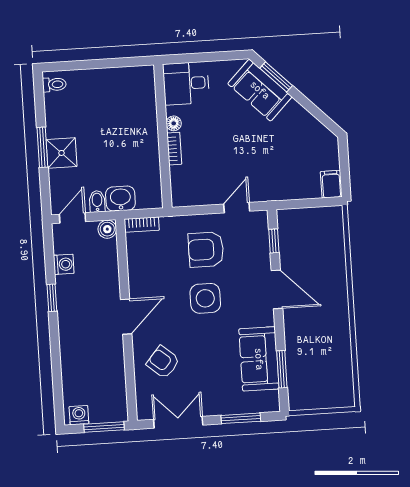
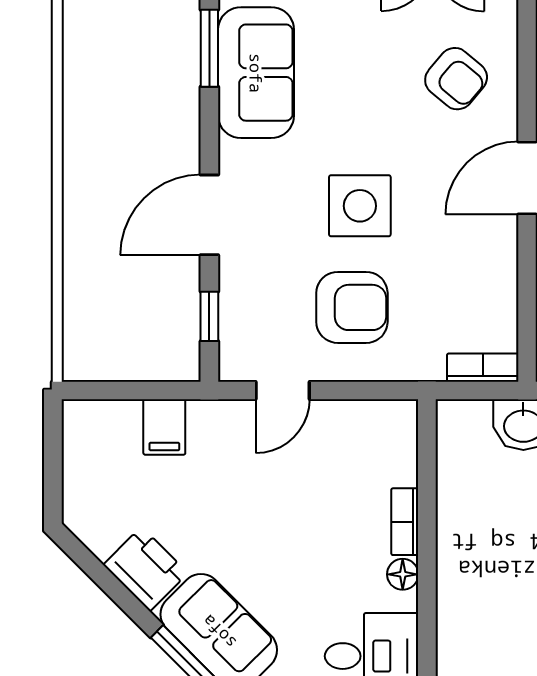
printer: (297, 118) -> (146, 569), added
filing cabinet: (331, 184) -> (164, 427), moved
door: (277, 289) -> (209, 215), hinge flipped

